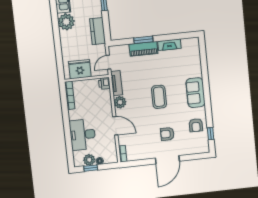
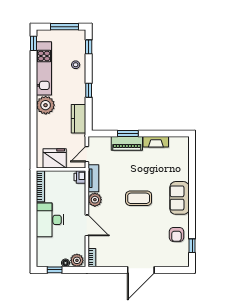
coffee table: (159, 97) -> (139, 198), turned 90
armchair: (167, 134) -> (144, 241), removed
desk: (83, 135) -> (50, 220), moved
plant: (89, 160) -> (77, 260), moved

